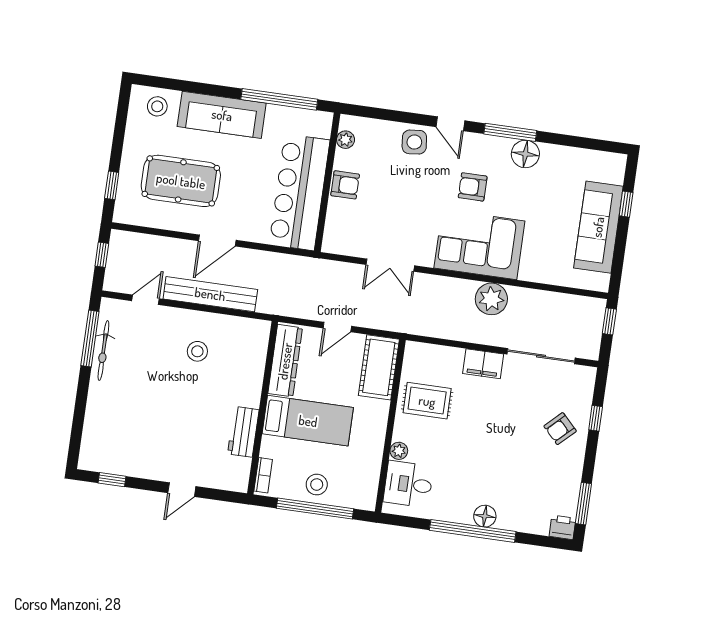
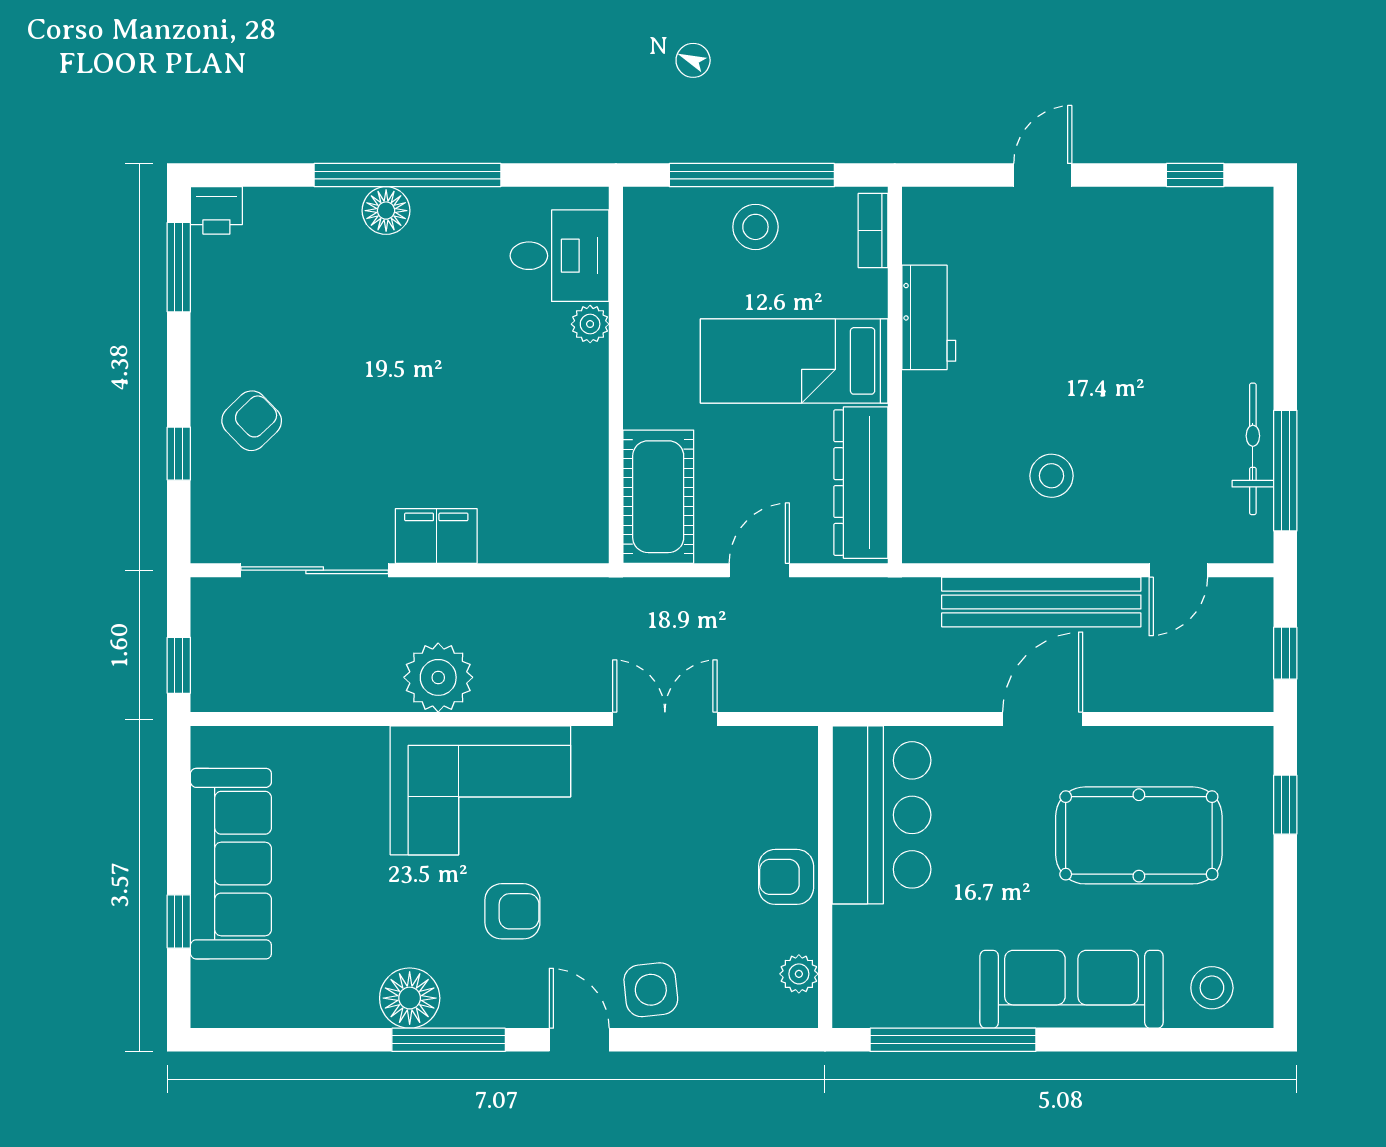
bar counter: (299, 192) -> (881, 815), width x0.73
rug: (427, 401) -> (545, 440), removed

